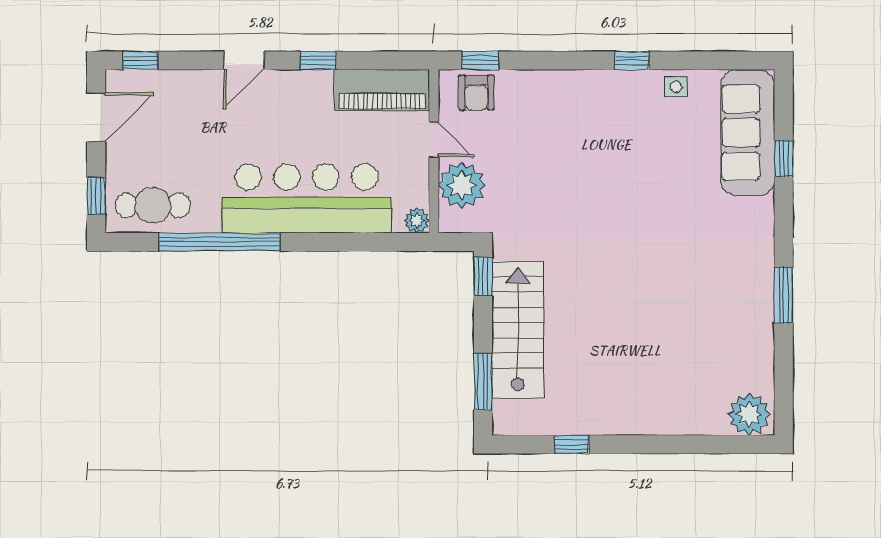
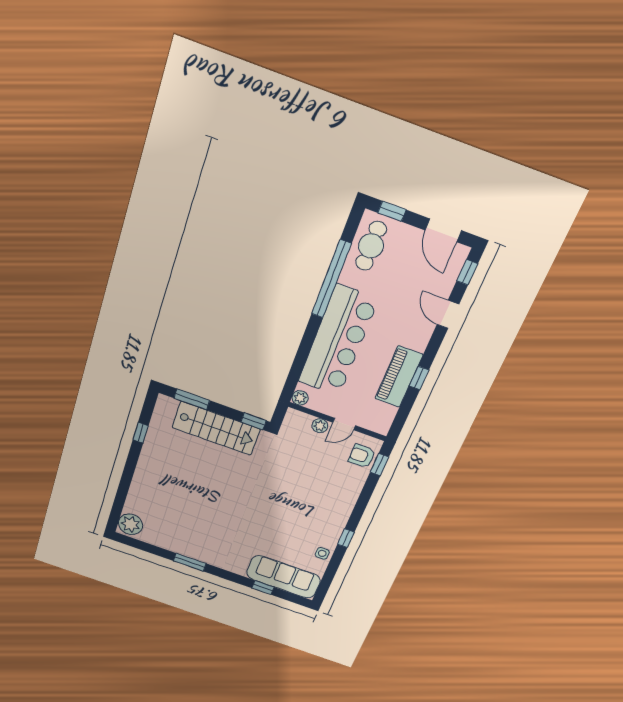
door: (244, 60) -> (448, 314), moved
piano: (382, 90) -> (399, 377), moved
plant: (462, 185) -> (320, 426), width x0.53, depth x0.53

